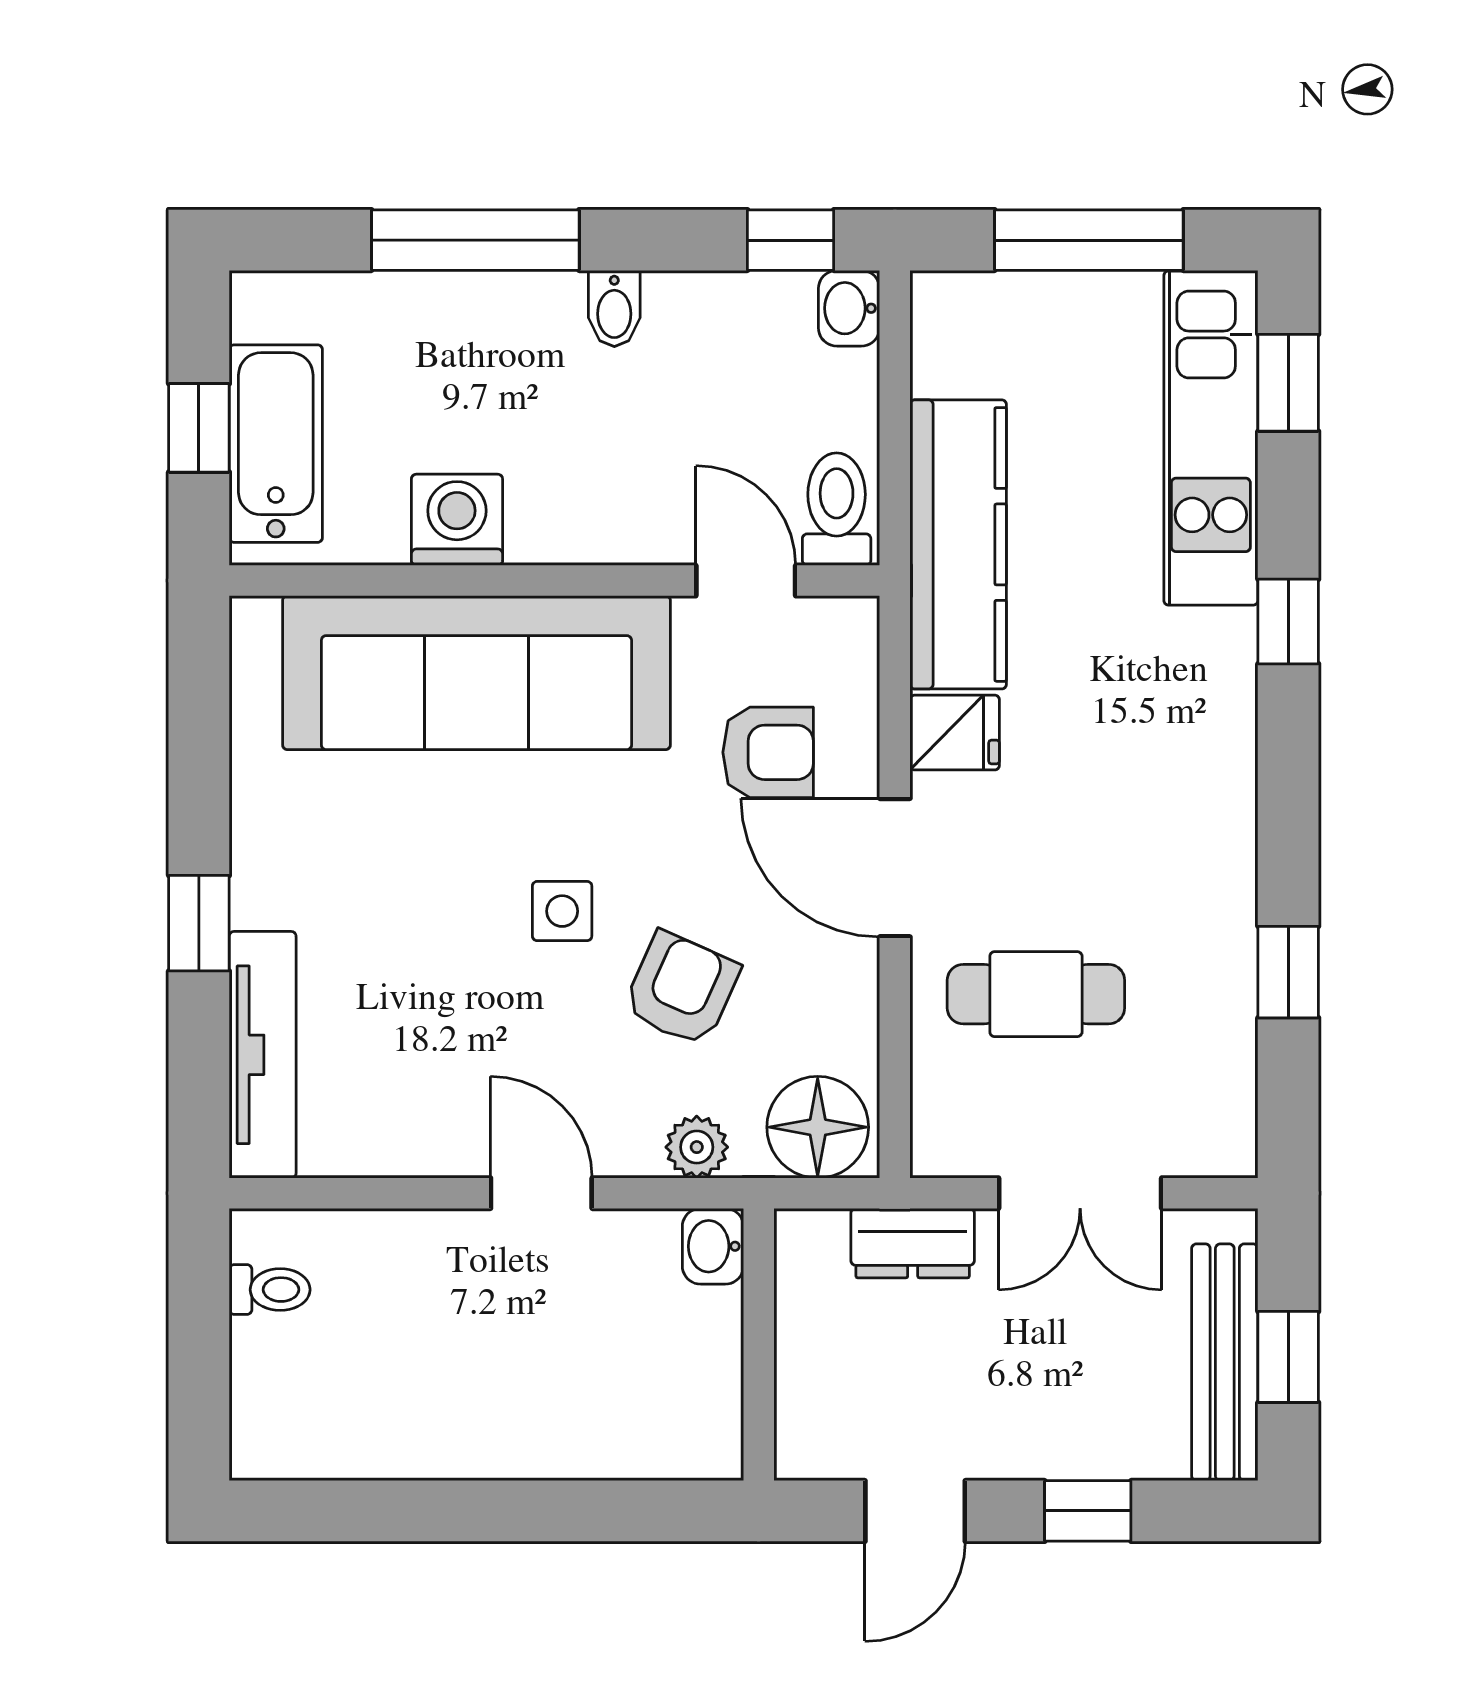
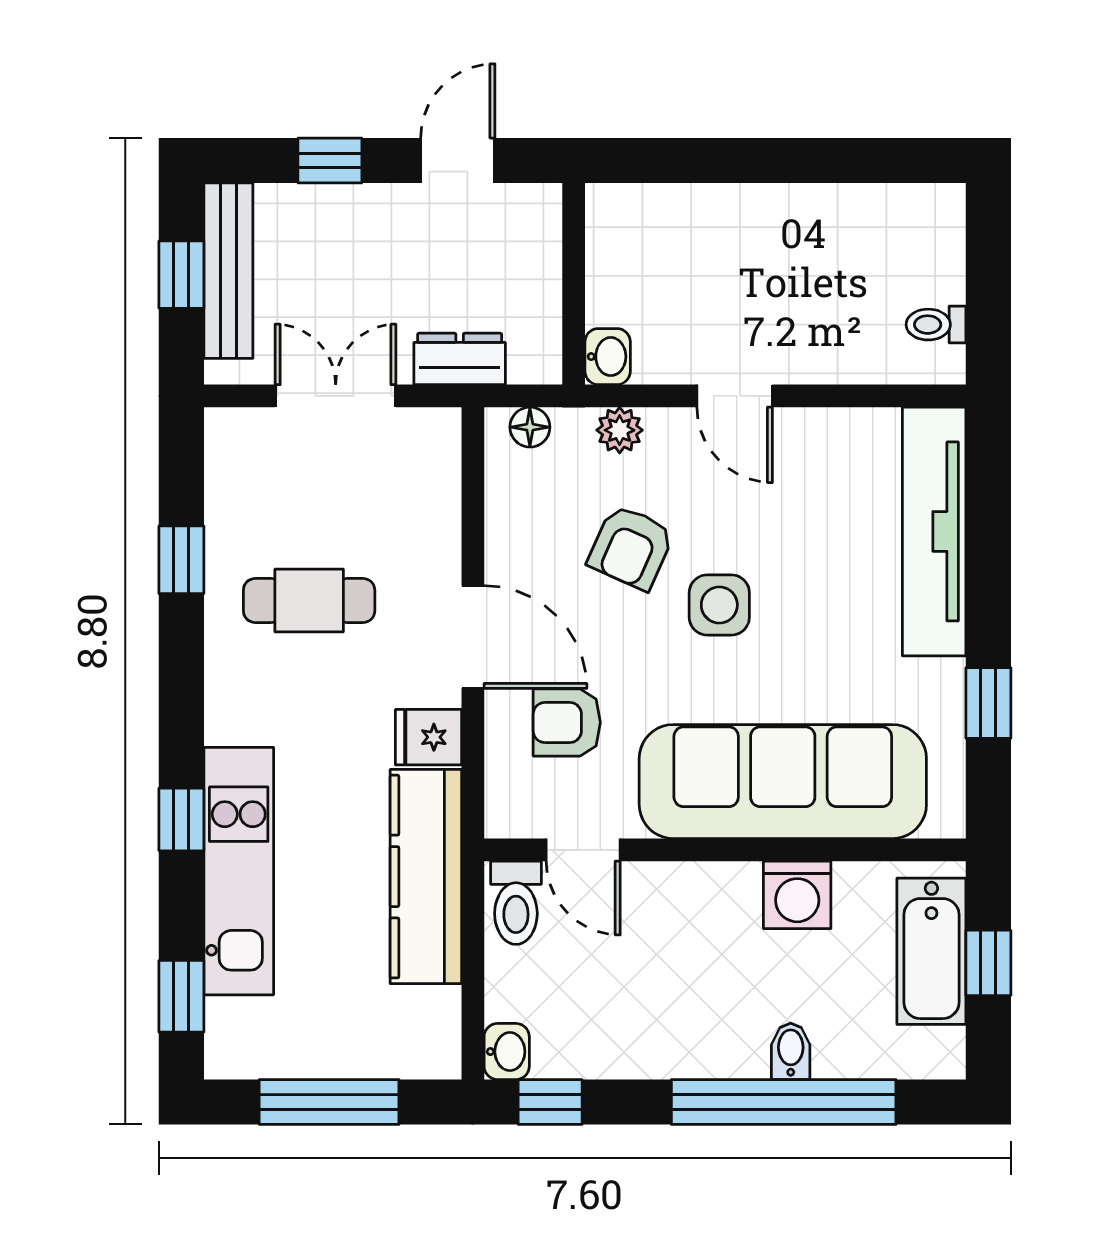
window: (475, 240) -> (784, 1102), width x1.46
bidet: (614, 309) -> (791, 1051), moved
kitchen unit: (1211, 438) -> (239, 871), moved
side table: (562, 911) -> (719, 605), width x1.37, depth x1.37
window: (199, 923) -> (988, 703), moved
cafe table: (1036, 994) -> (309, 601), moved
tv unit: (263, 1055) -> (934, 531), width x1.36, depth x1.29
floor lamp: (818, 1127) -> (530, 427), width x0.53, depth x0.53

